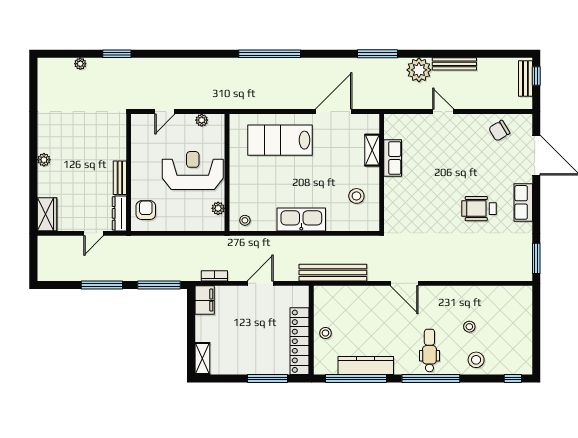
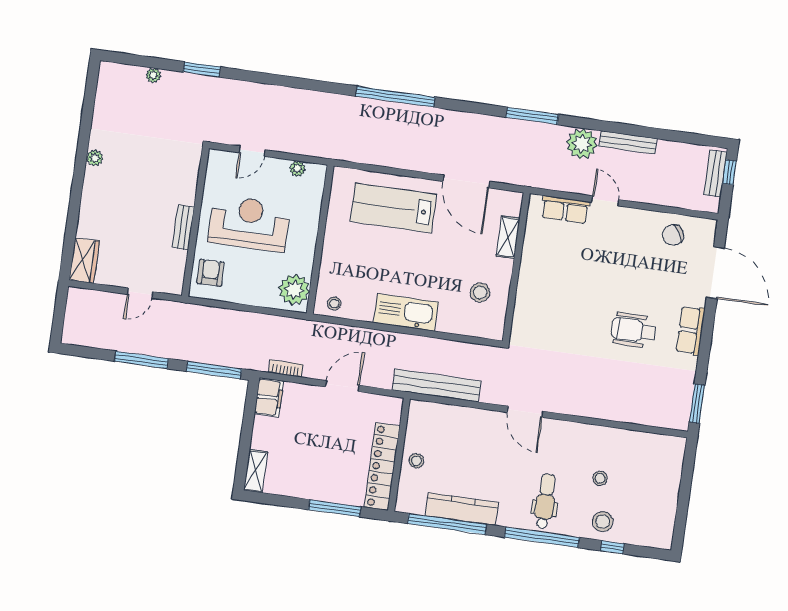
door: (334, 112) -> (466, 181), swing flipped
row of seats: (393, 158) -> (565, 210), moved, turned 90
plant: (44, 160) -> (95, 158), moved
reception desk: (193, 171) -> (249, 223), moved
plant: (218, 208) -> (294, 290), width x1.87, depth x1.87
dresser: (119, 213) -> (176, 272), removed
window: (513, 379) -> (612, 547), moved

